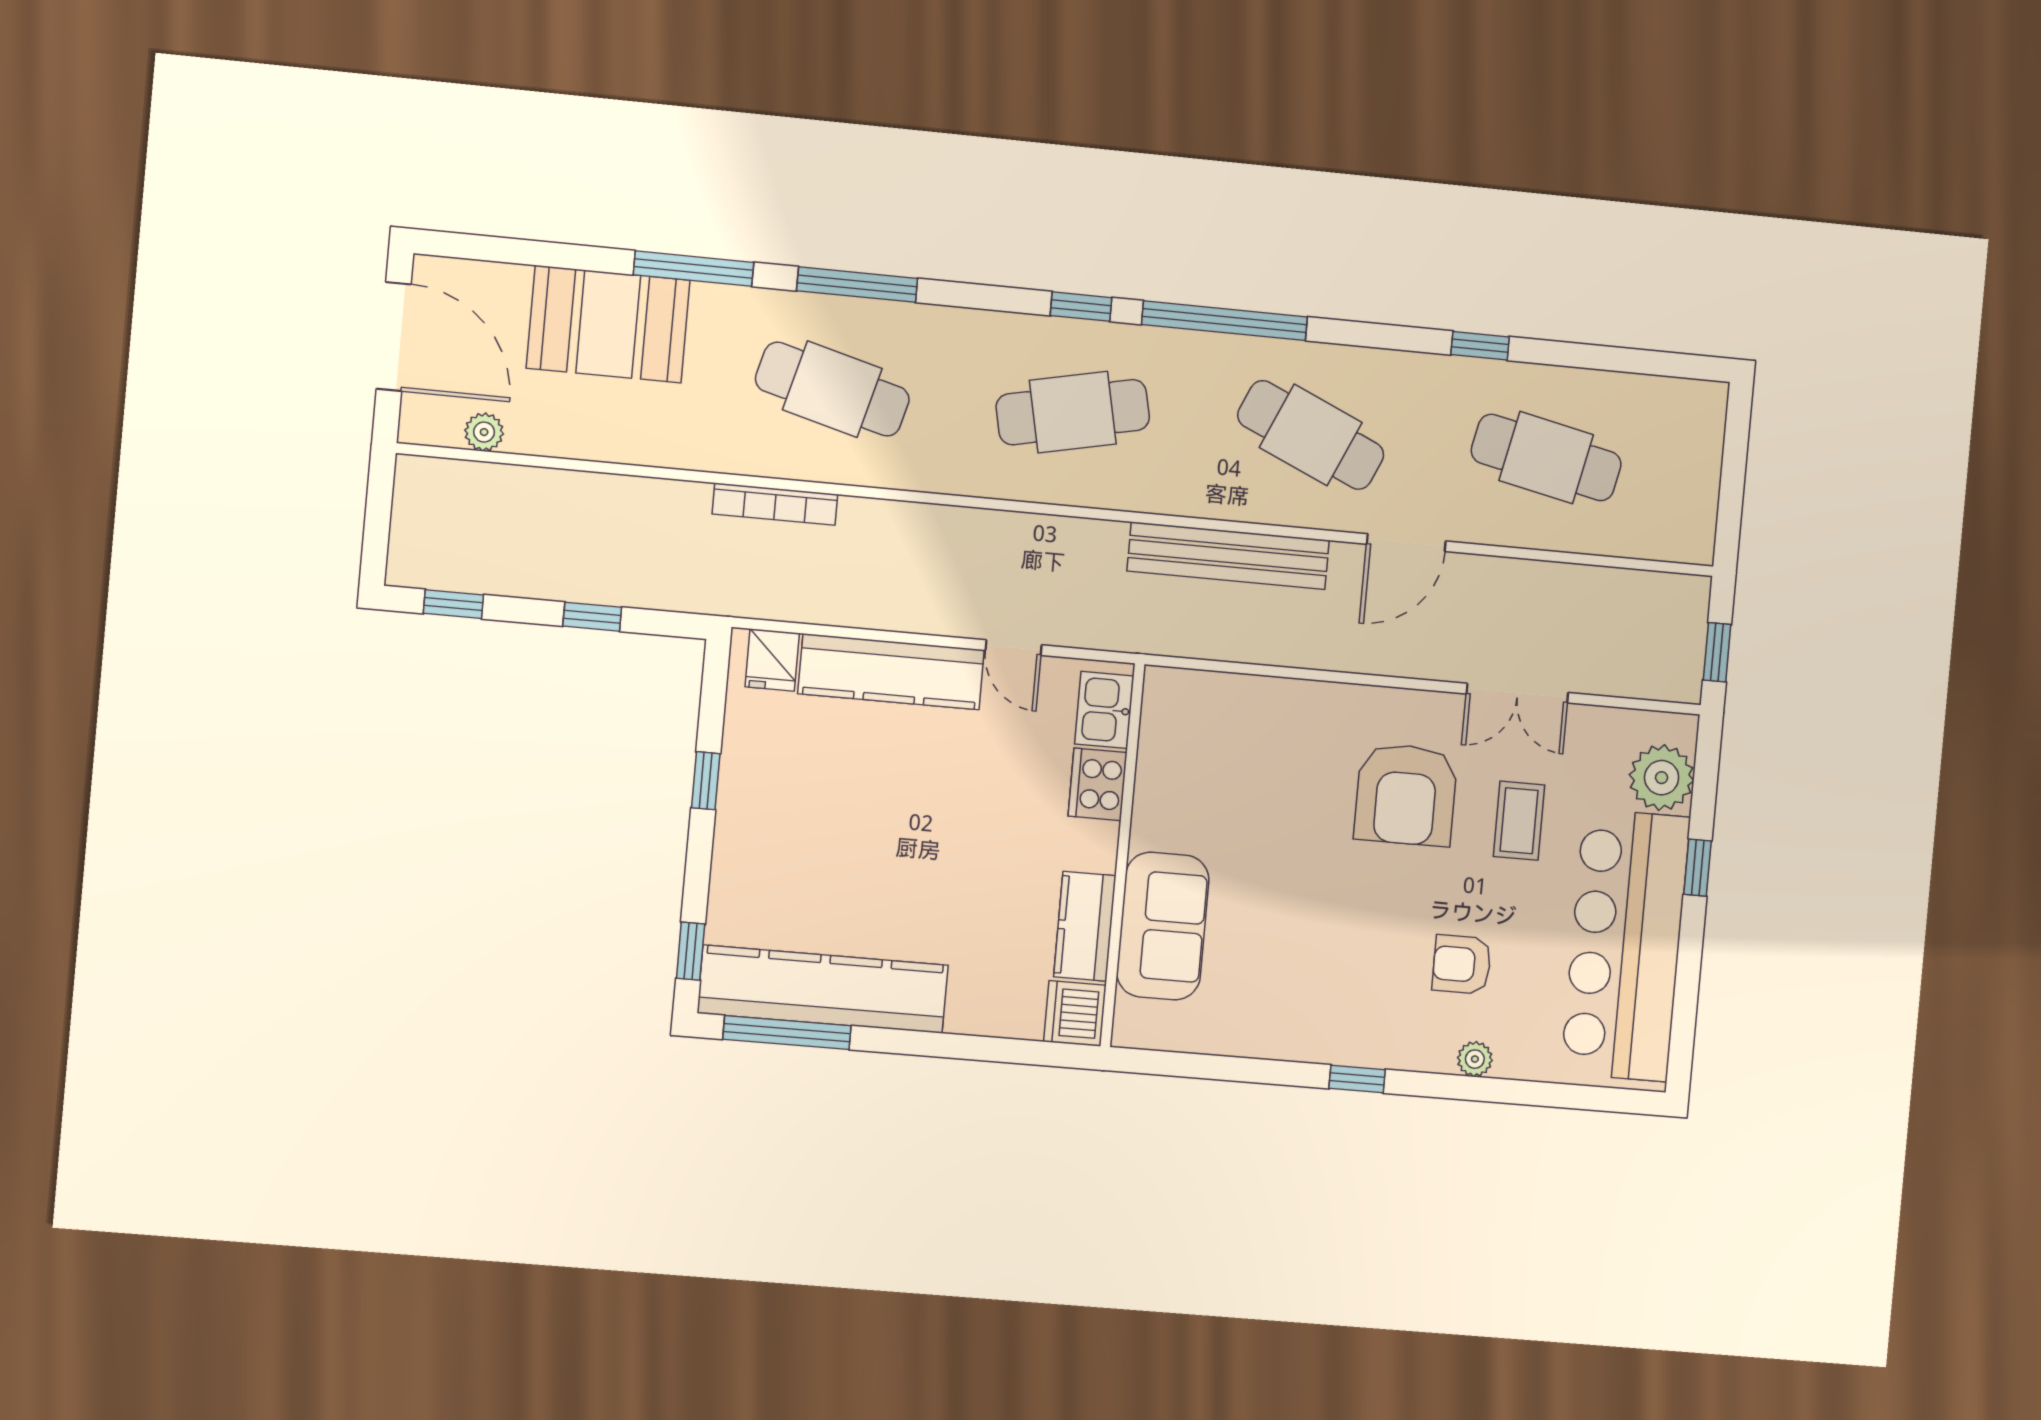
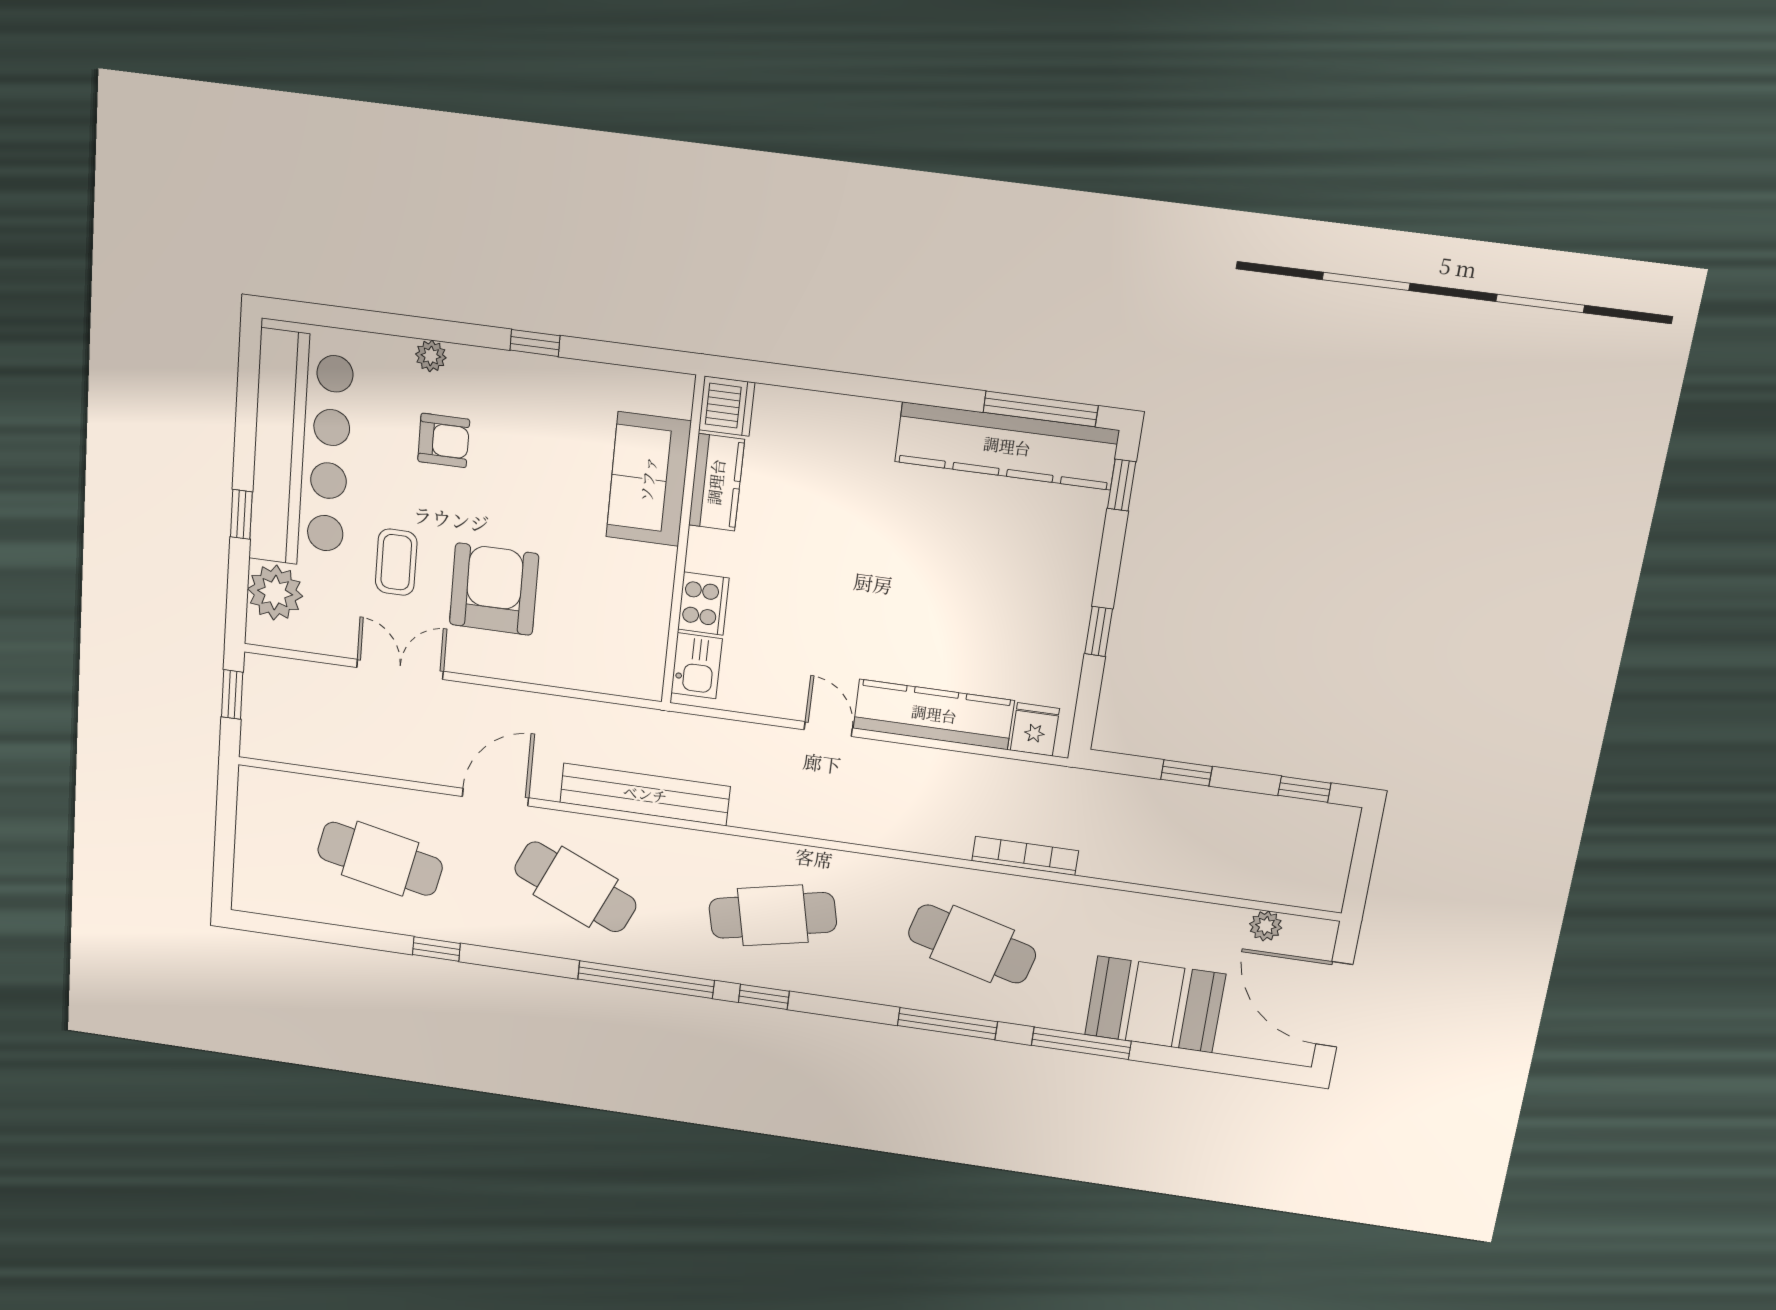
kitchen sink: (1104, 710) -> (697, 666), moved
cooker: (1098, 784) -> (703, 604), moved
wall: (1122, 855) -> (683, 542), moved
kitchen counter: (1085, 926) -> (716, 482), moved
sofa: (1163, 926) -> (648, 479), moved
dishwasher: (1075, 1013) -> (727, 406), moved

